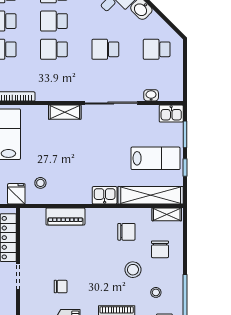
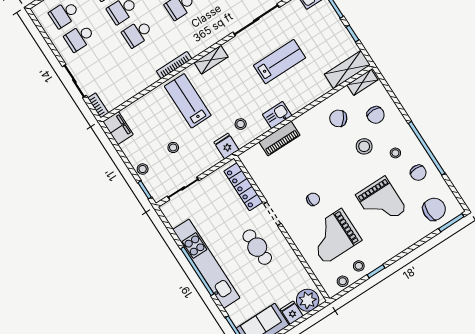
shelving: (65, 112) -> (211, 60), moved
lab bench: (156, 158) -> (280, 62), moved
kitchen sink: (105, 195) -> (277, 115), moved
shelving: (151, 195) -> (347, 70), width x0.68
chair: (126, 232) -> (338, 118), turned -141

